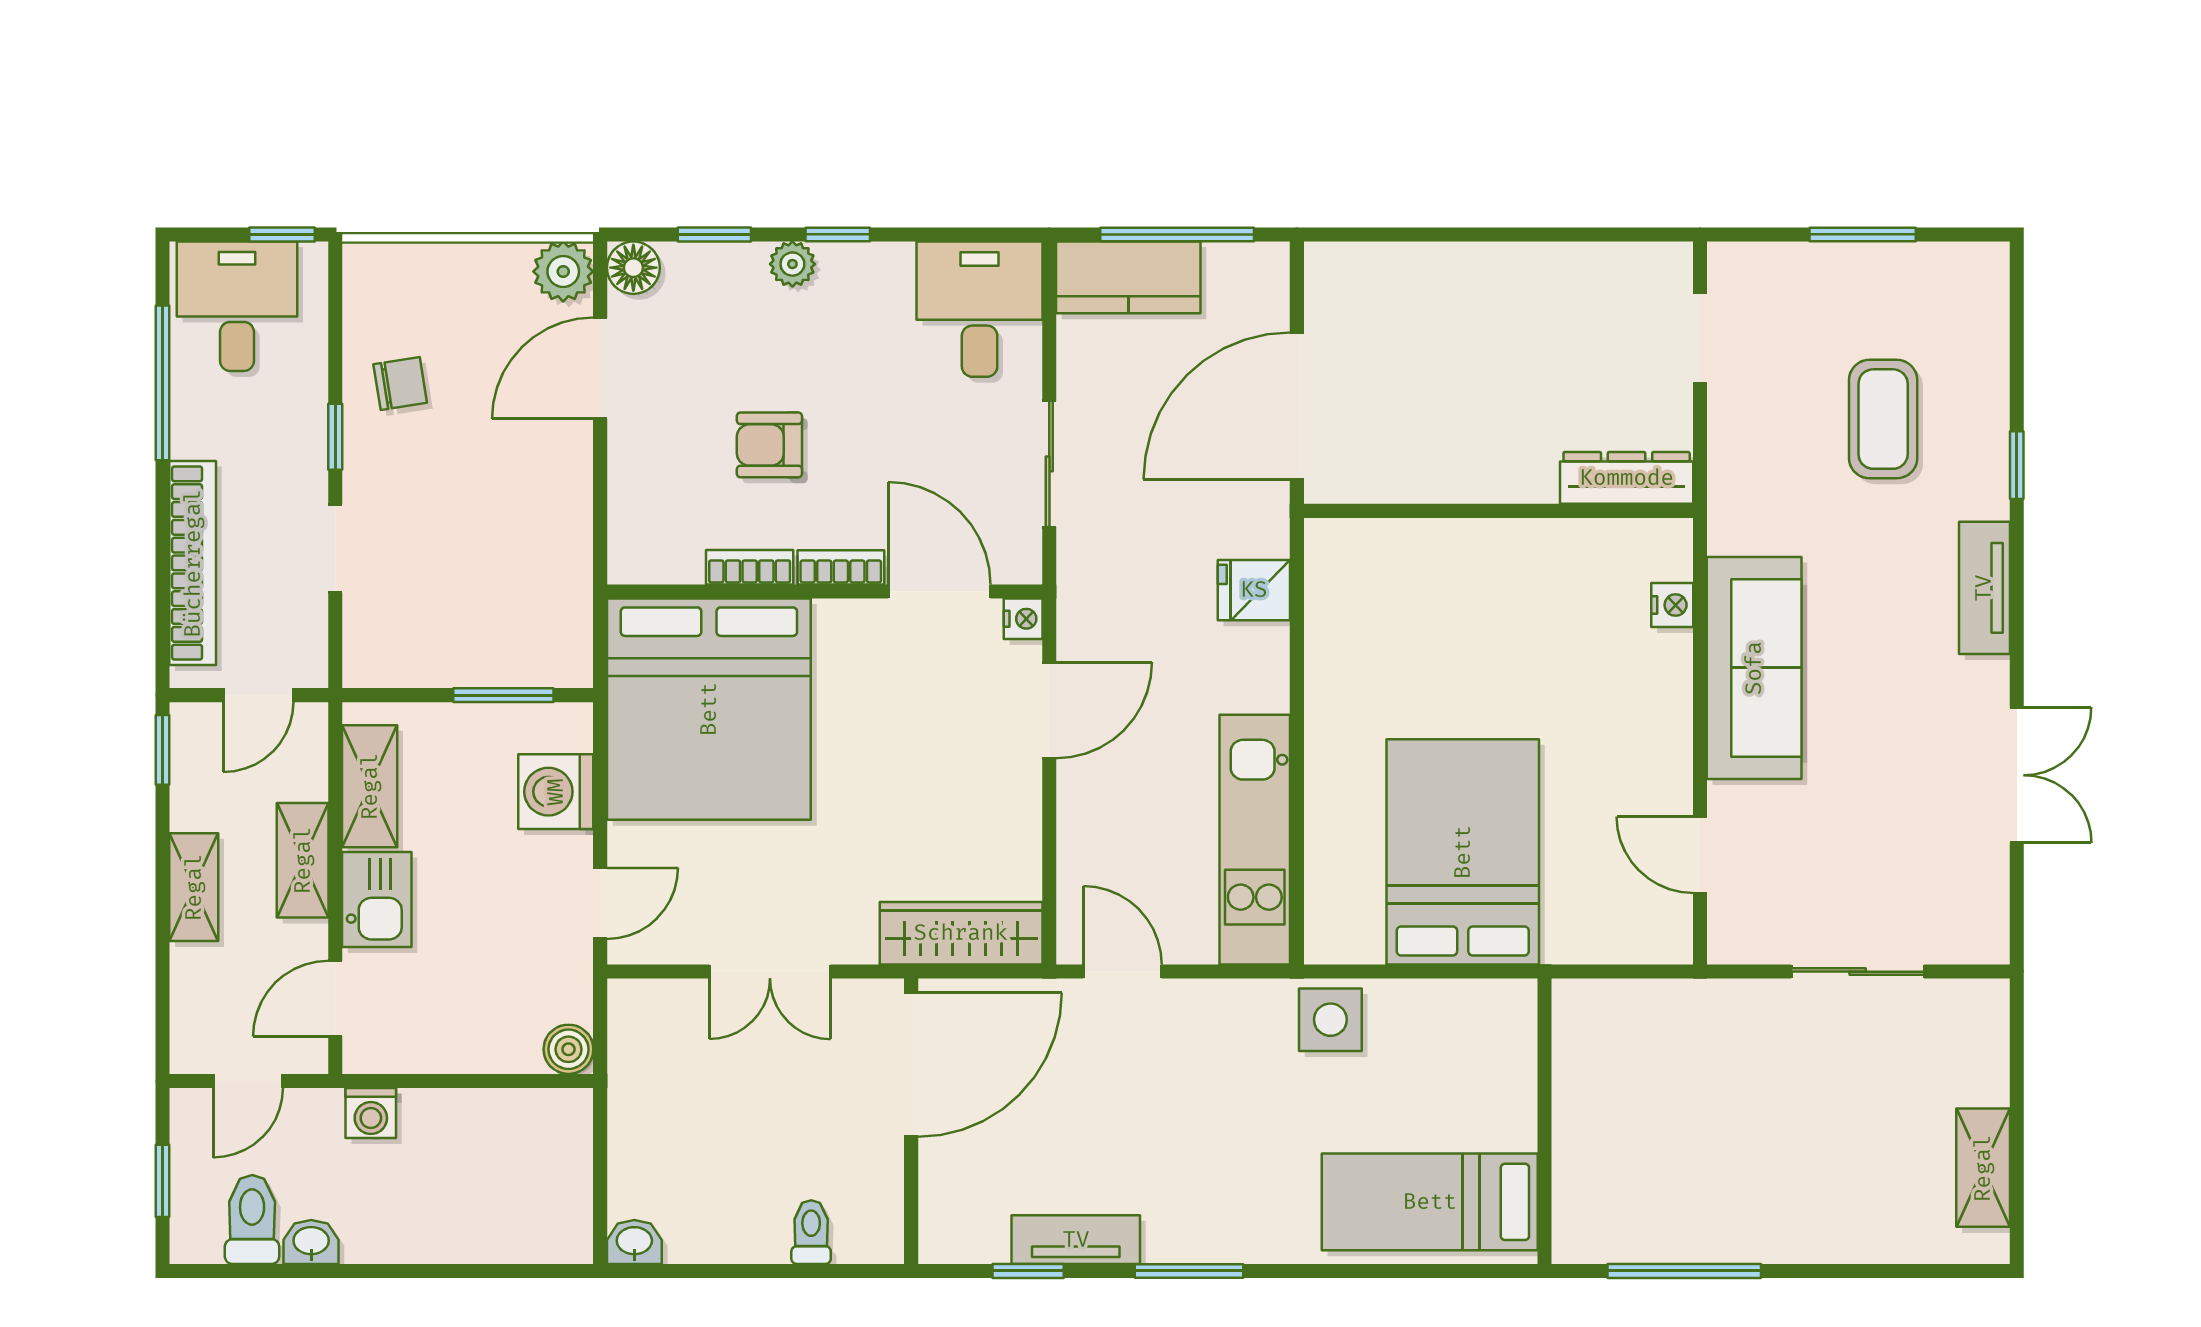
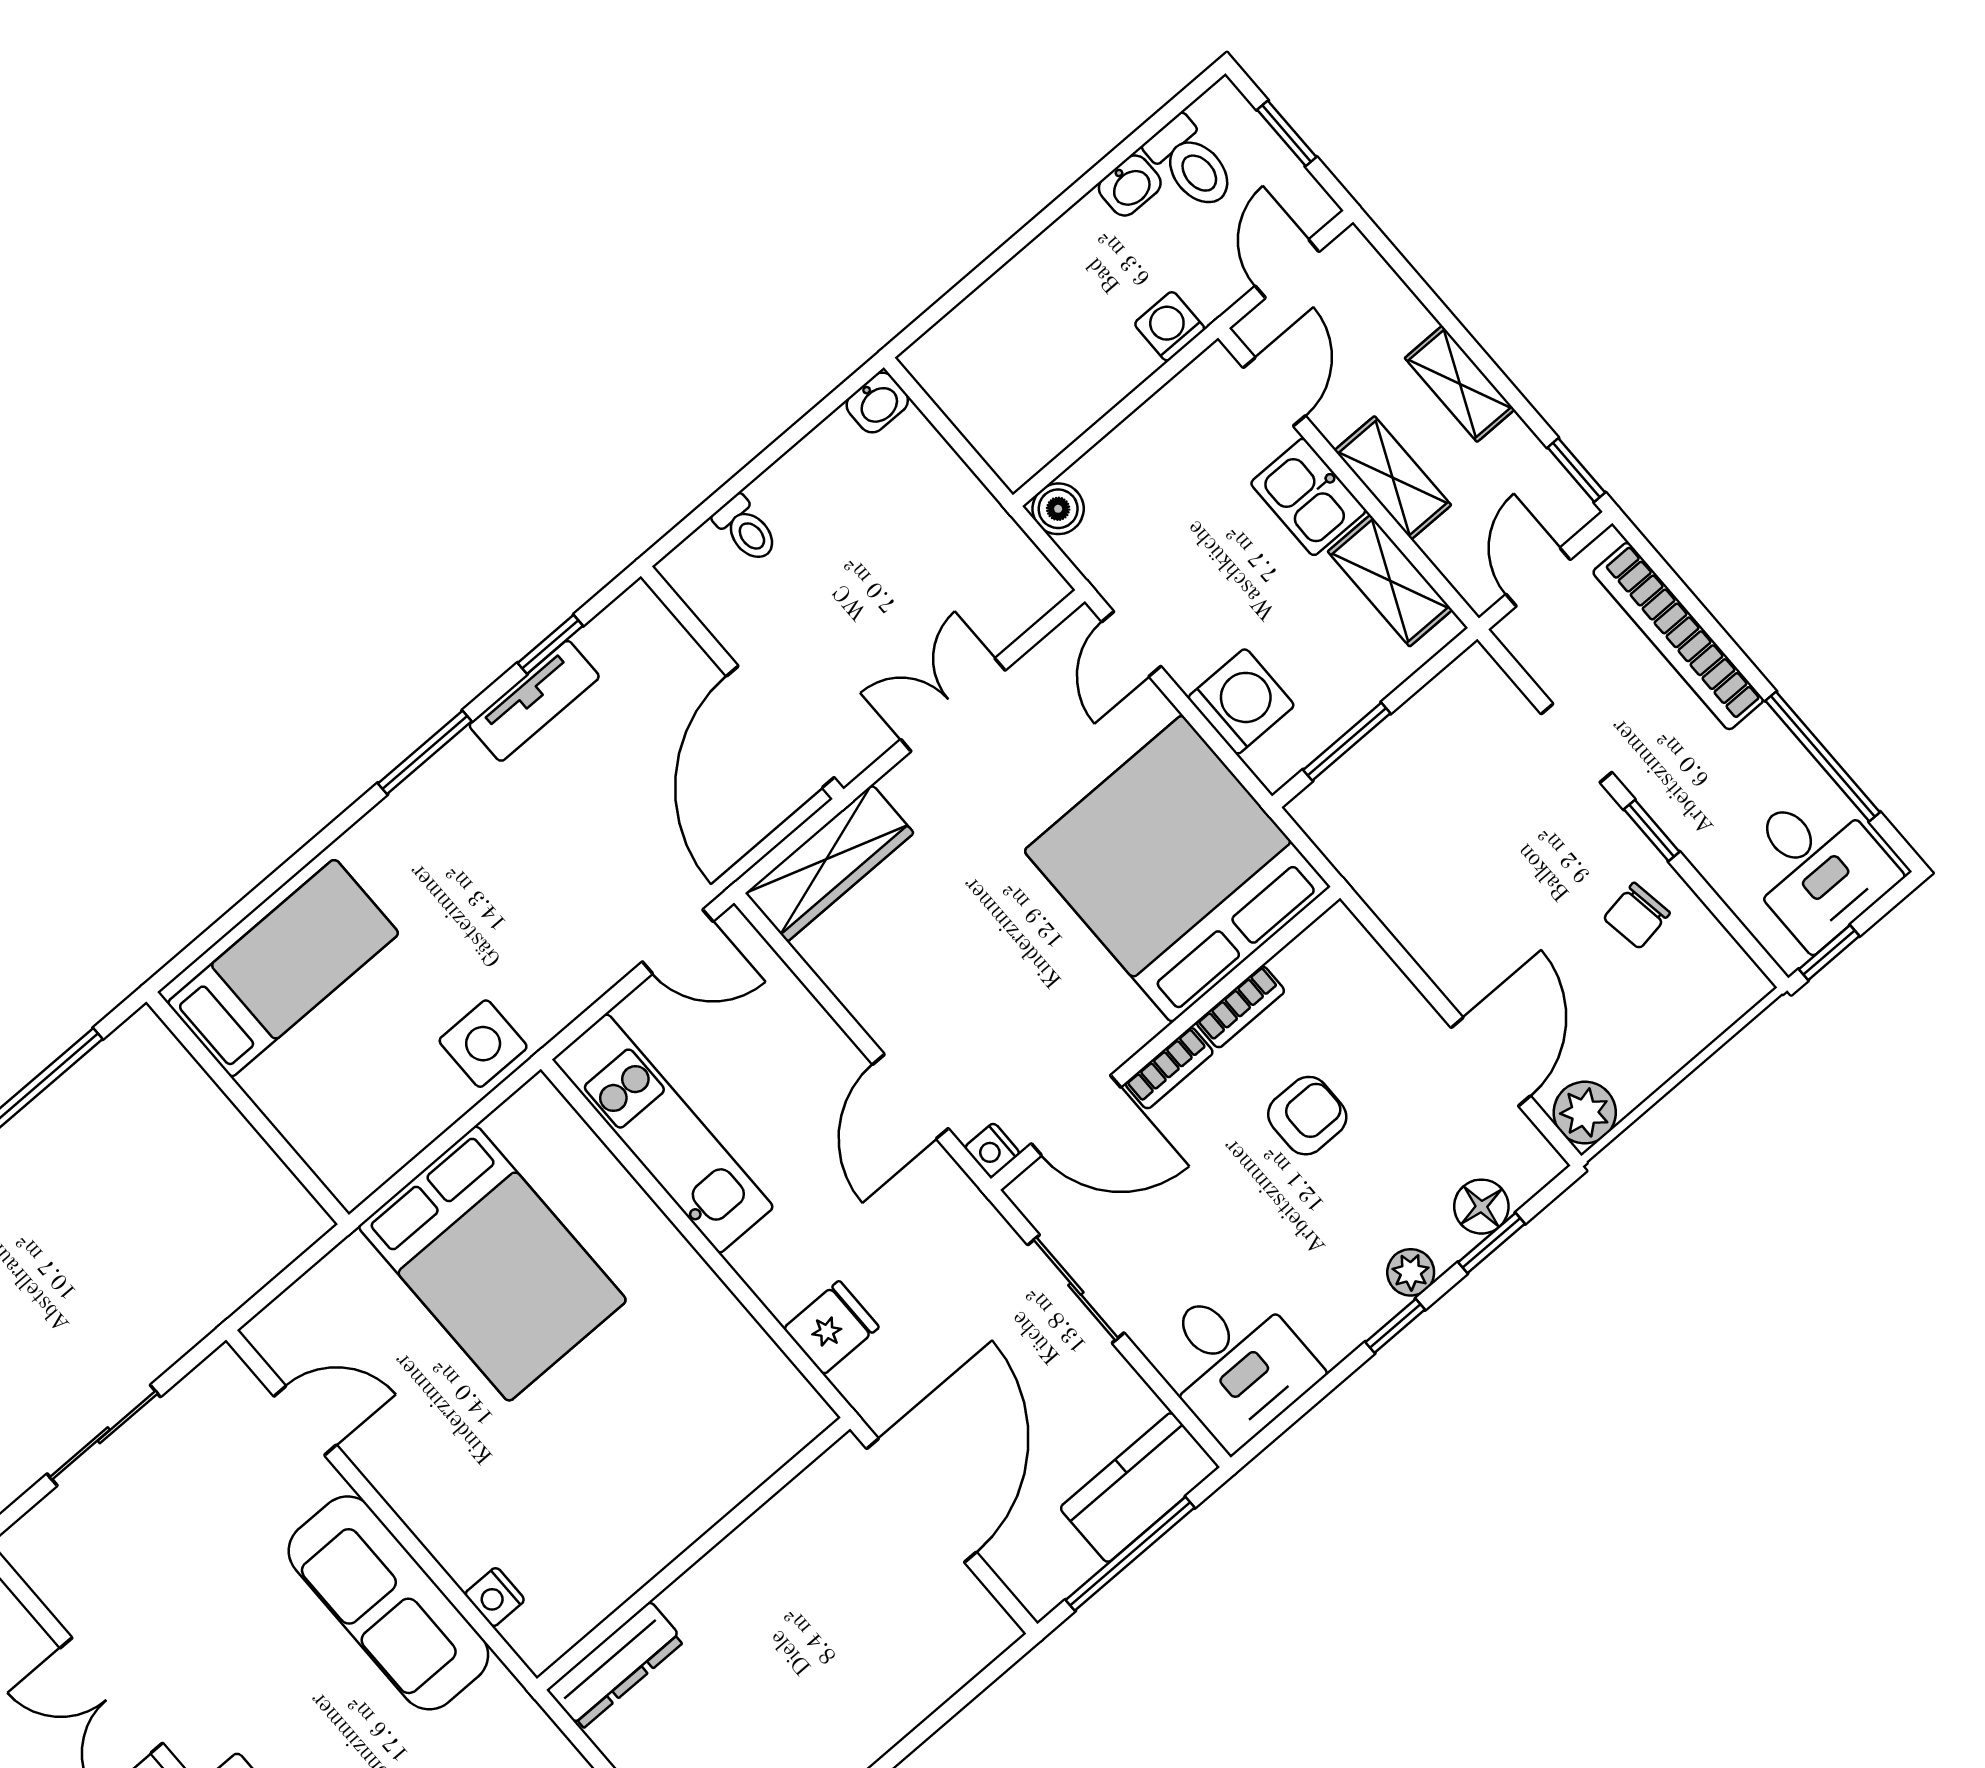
floor lamp: (633, 268) -> (1481, 1207), moved

